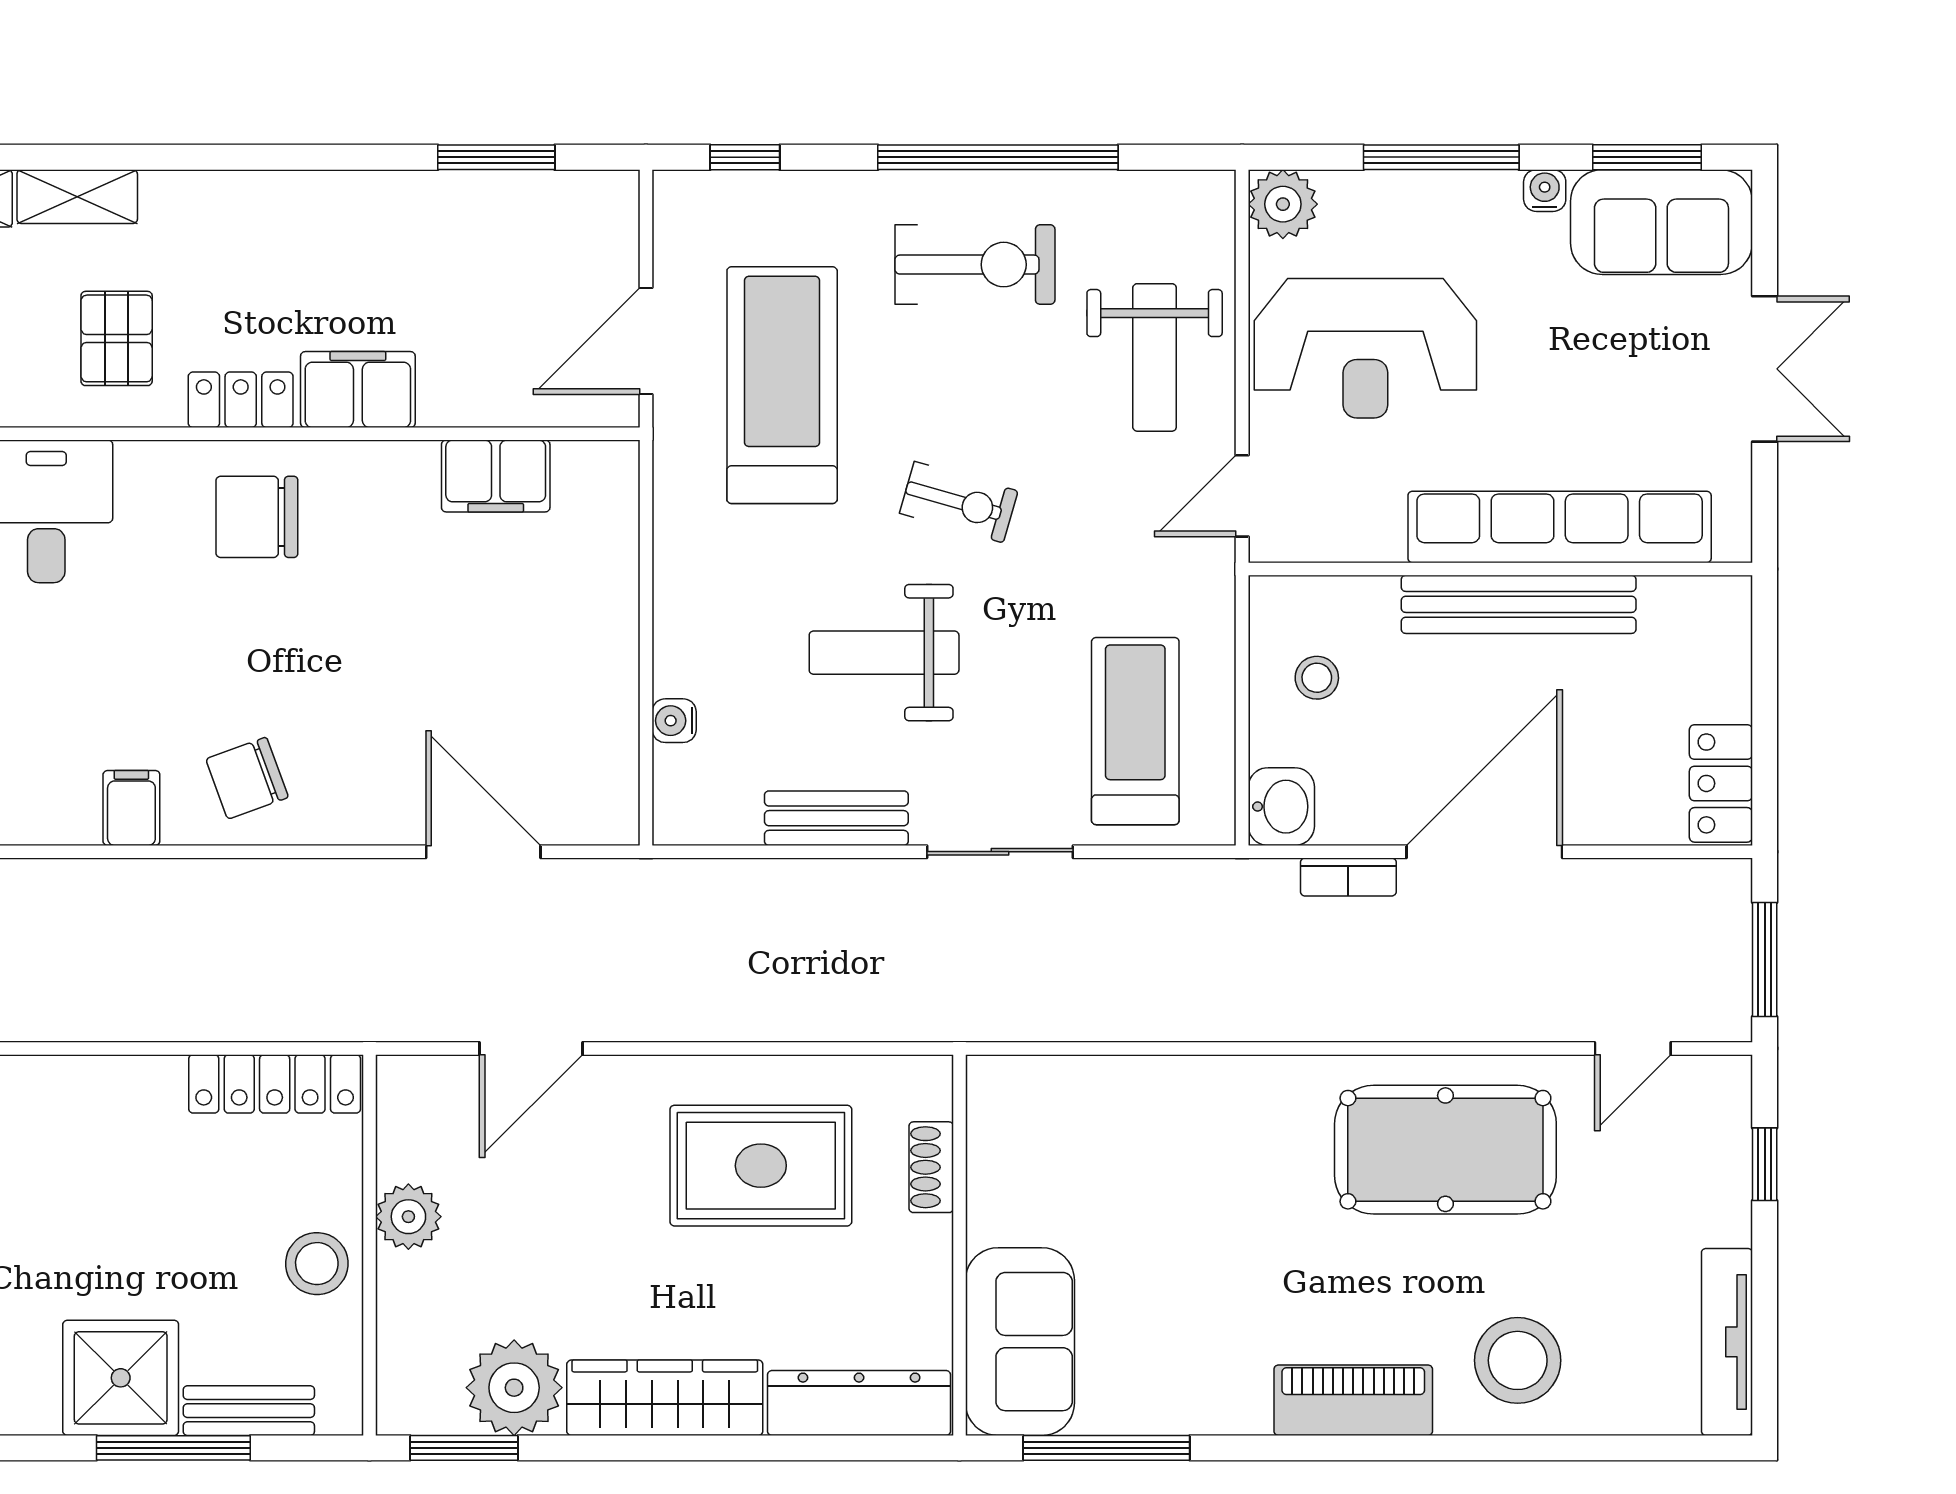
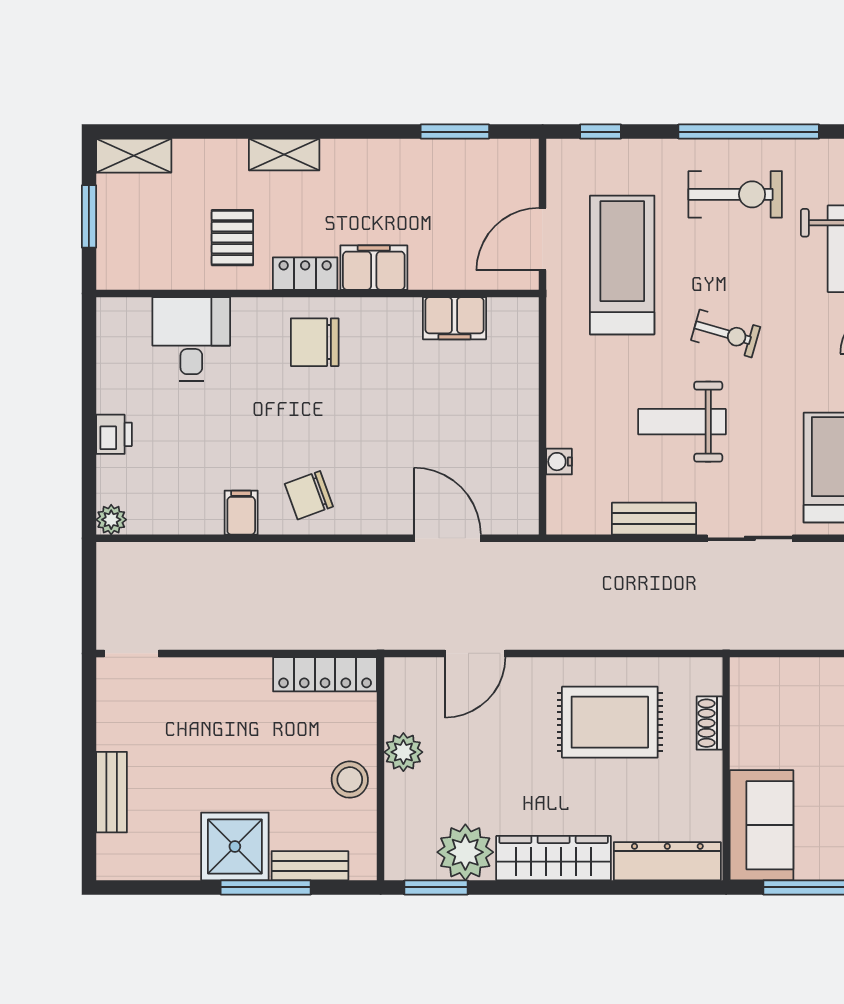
shelving: (77, 197) -> (284, 155), moved

